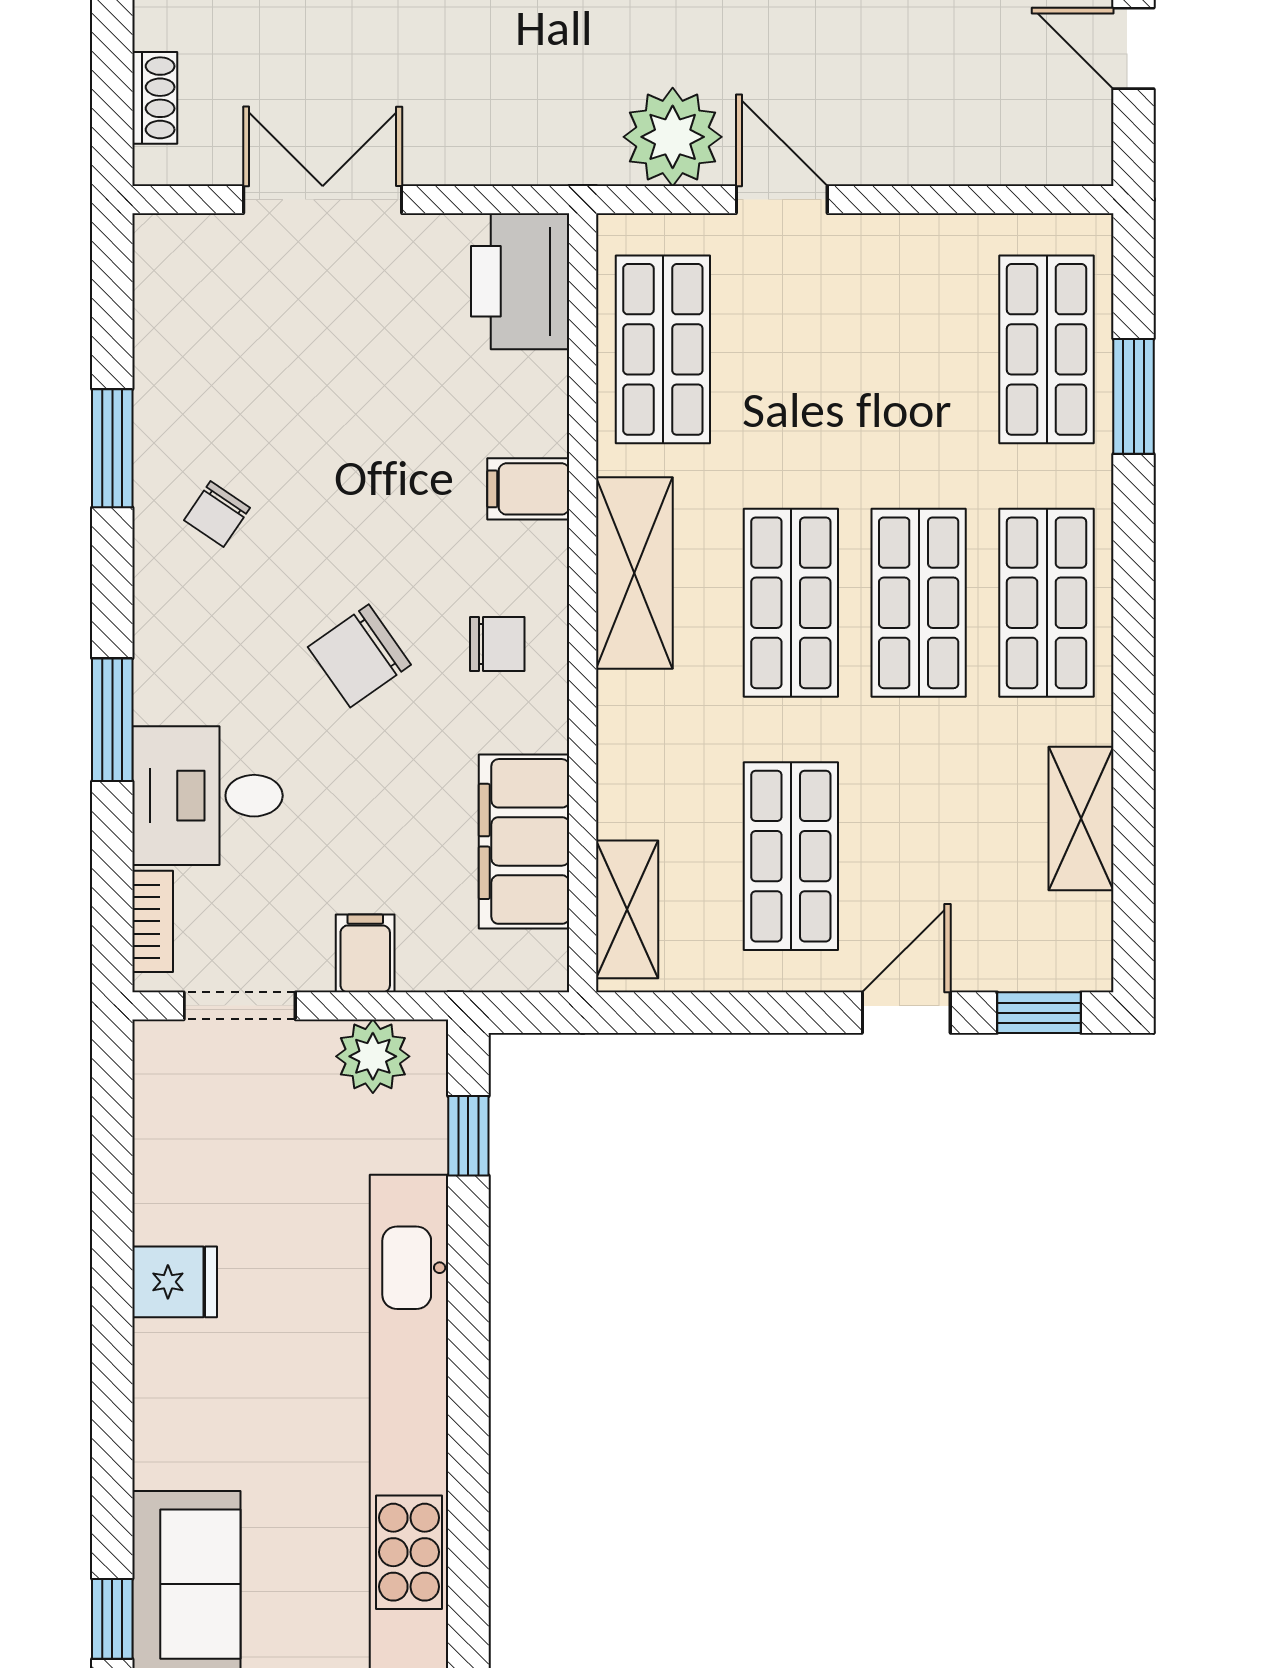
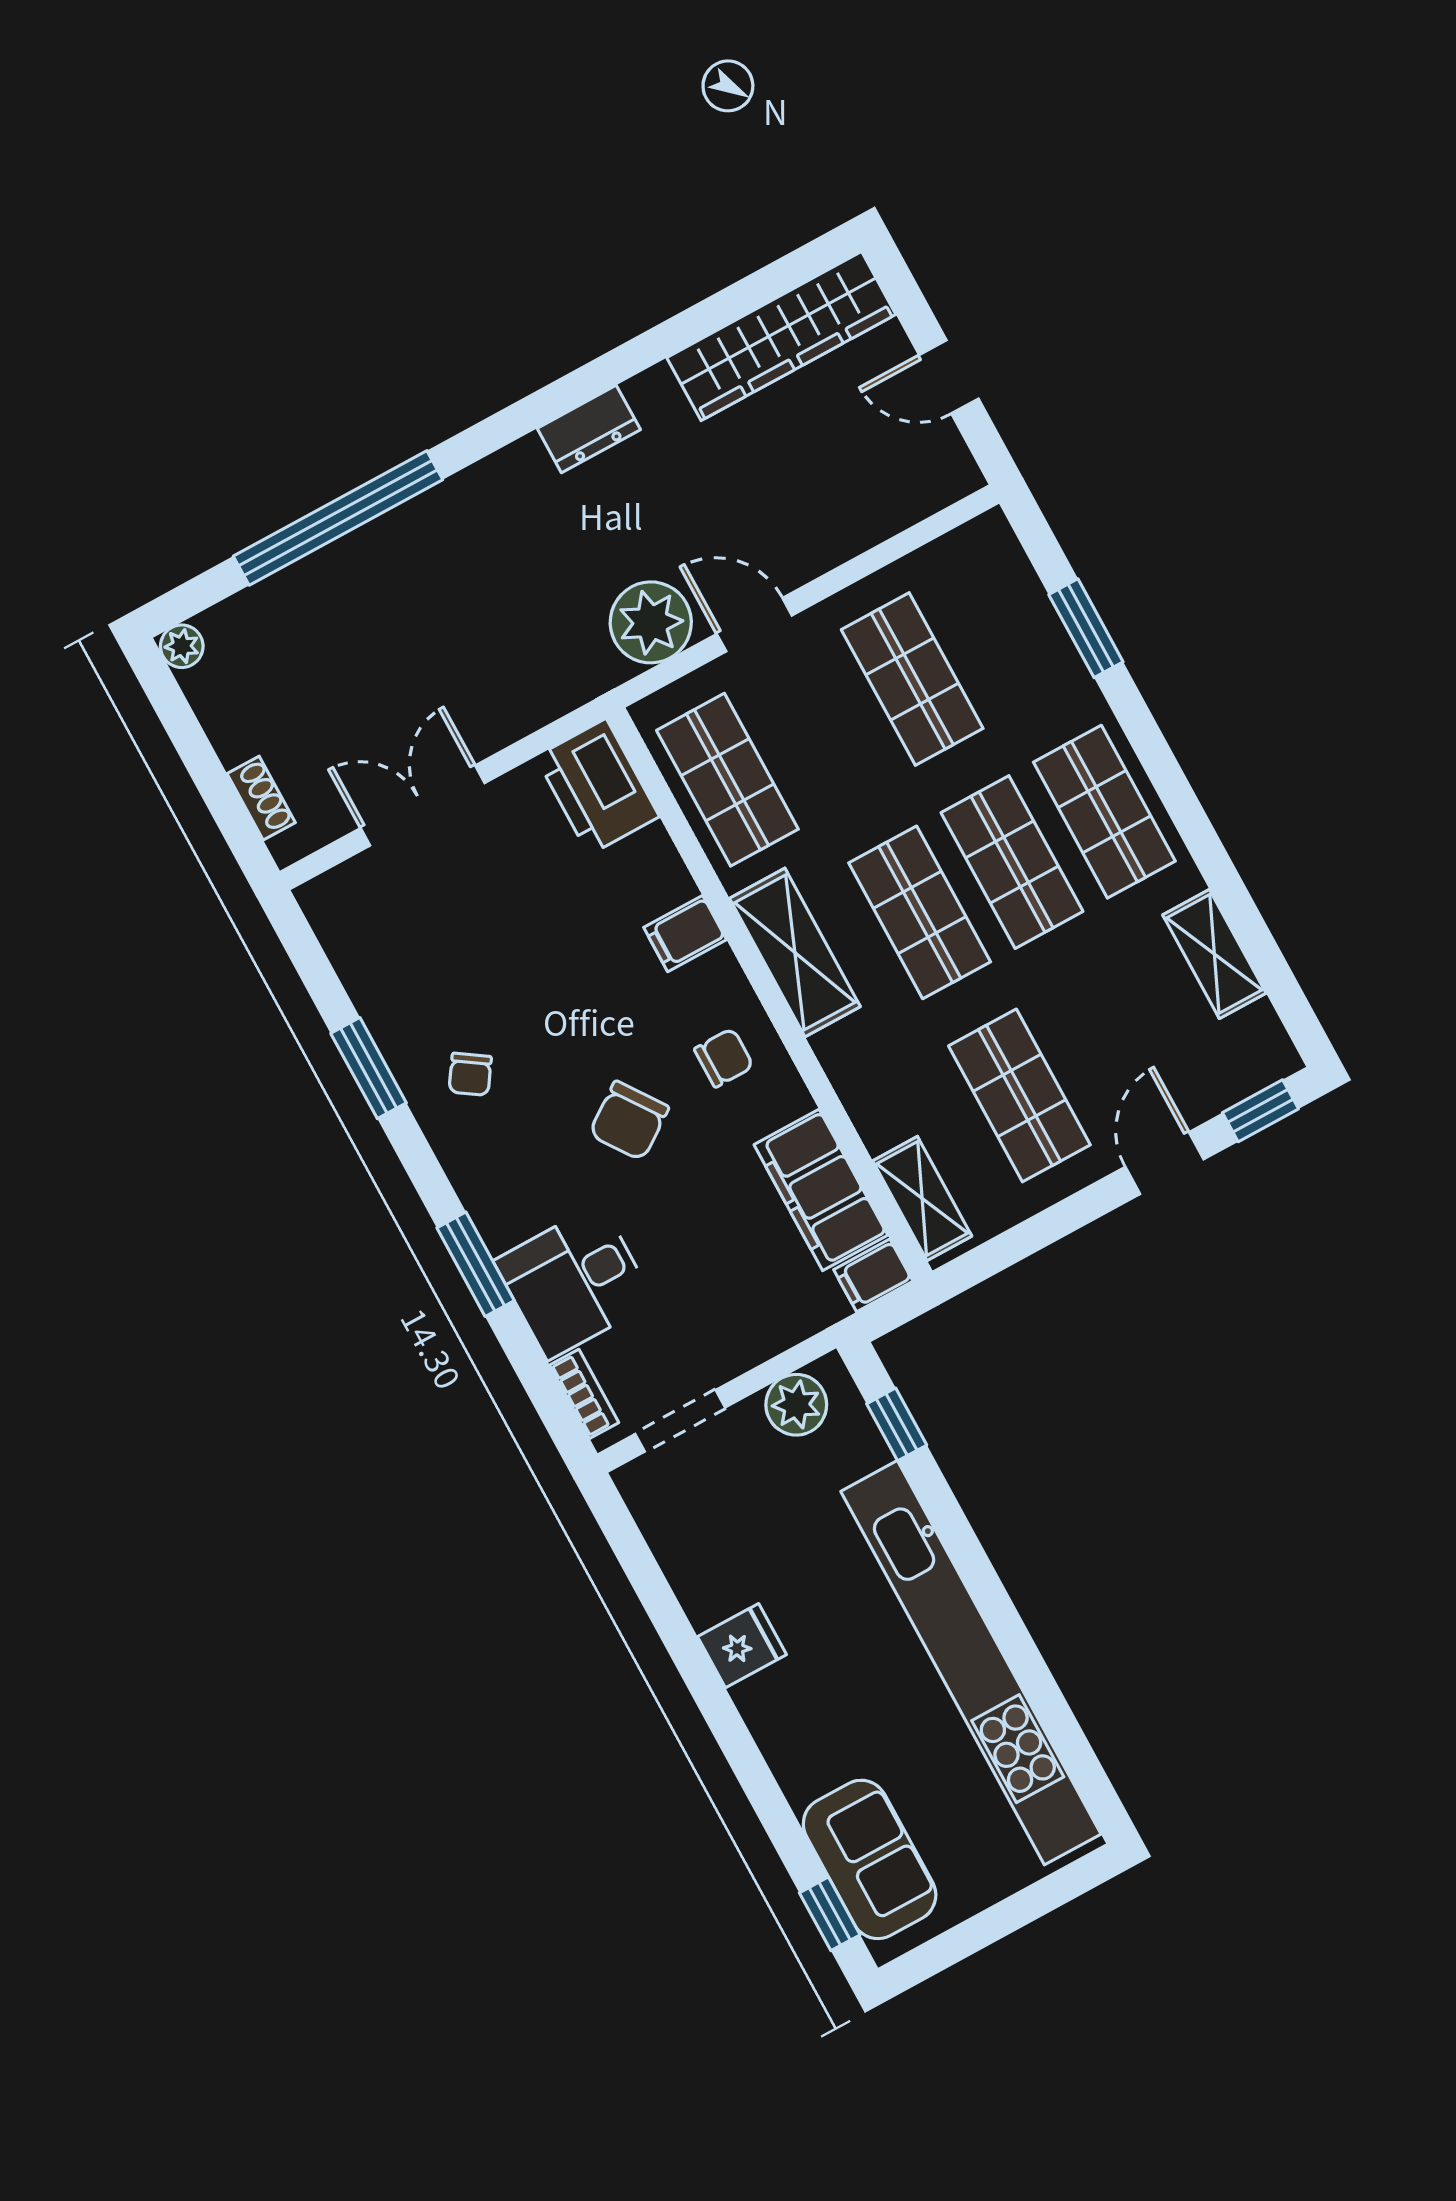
shop shelf: (1047, 349) -> (912, 679), moved
filing cabinet: (365, 953) -> (873, 1275), moved, turned -90

